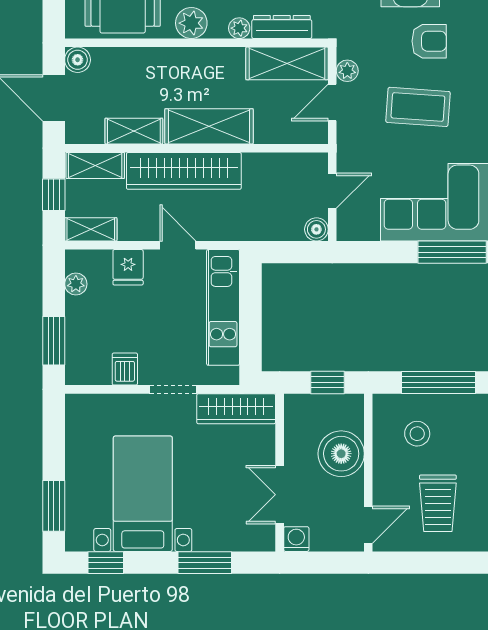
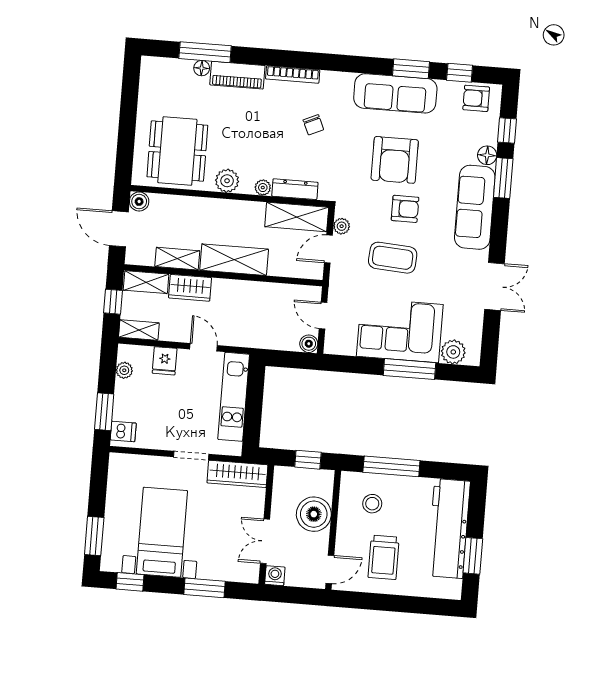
wardrobe: (184, 171) -> (190, 288), width x0.48, depth x0.85
door: (332, 191) -> (323, 316), swing flipped
dishwasher: (125, 369) -> (123, 431), moved, turned 90

